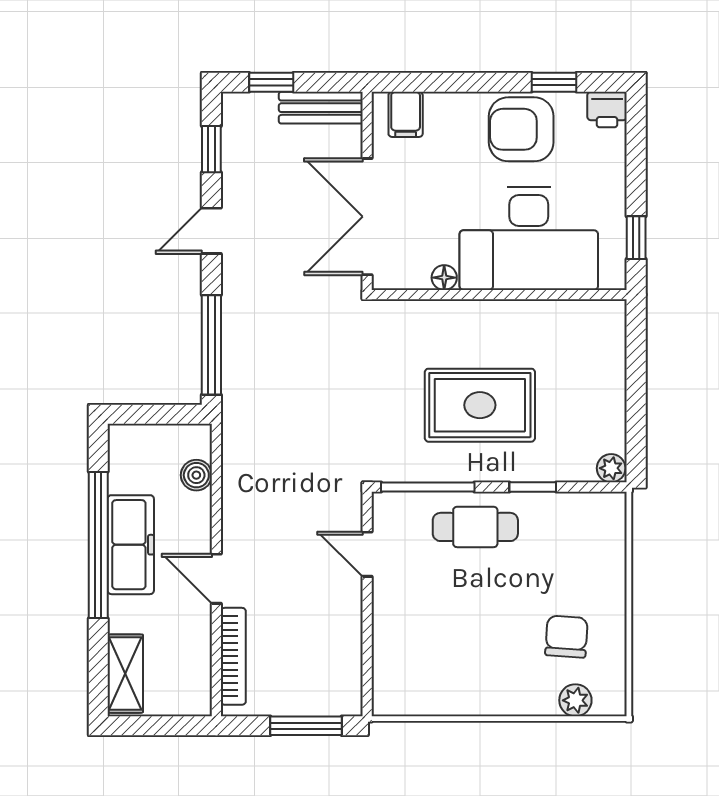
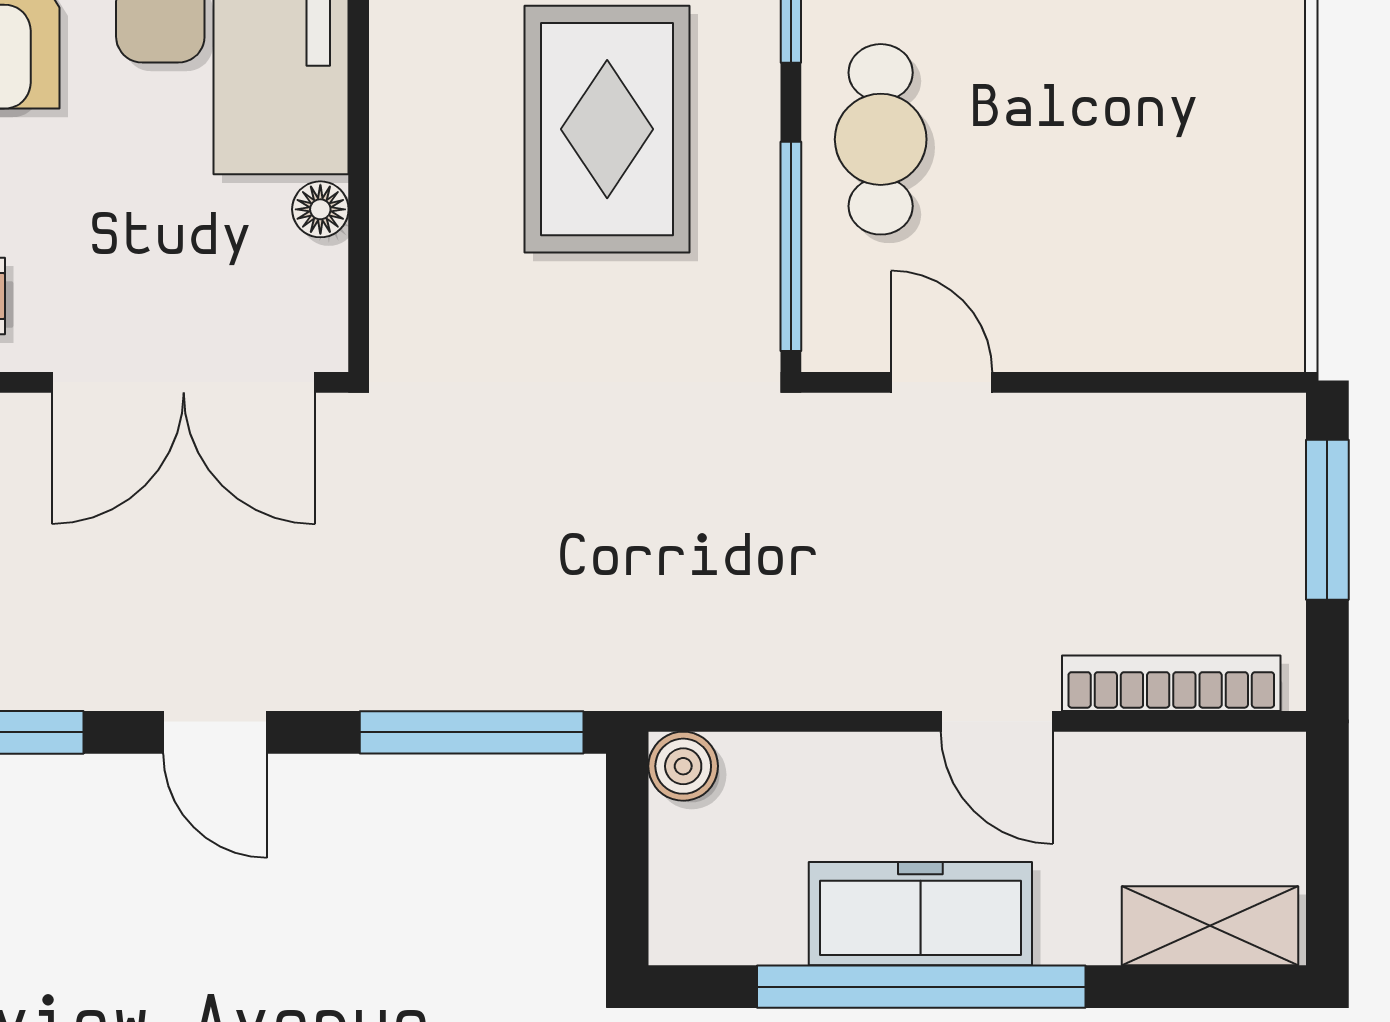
boiler: (196, 475) -> (683, 766), moved
door: (367, 554) -> (942, 382), swing flipped
door: (216, 579) -> (997, 721), hinge flipped

